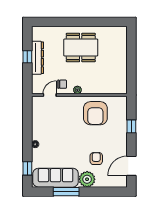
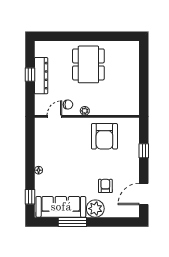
dining table: (81, 48) -> (88, 64), turned 90

